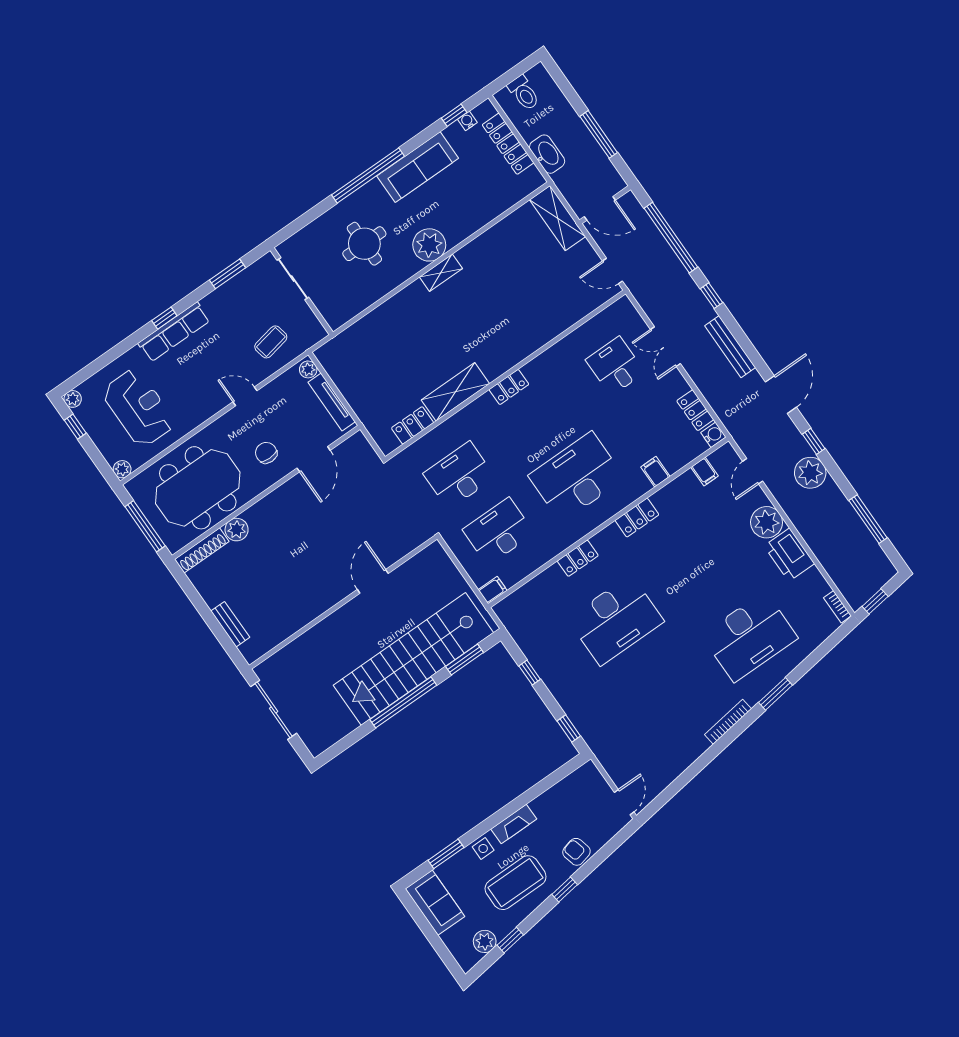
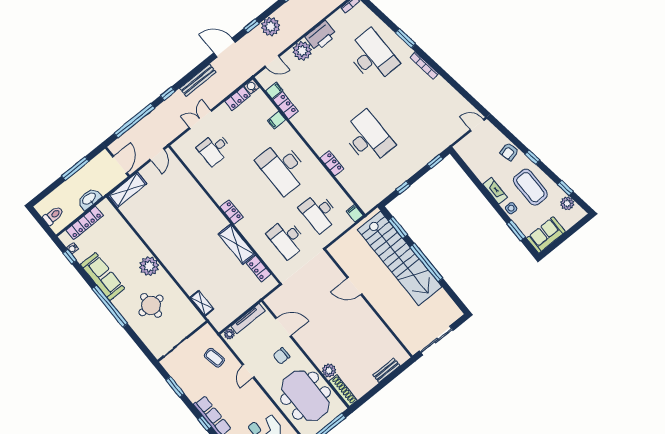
shelving: (441, 273) -> (202, 303), moved
double door: (665, 347) -> (200, 119), swing flipped
locker: (637, 518) -> (286, 105), moved

